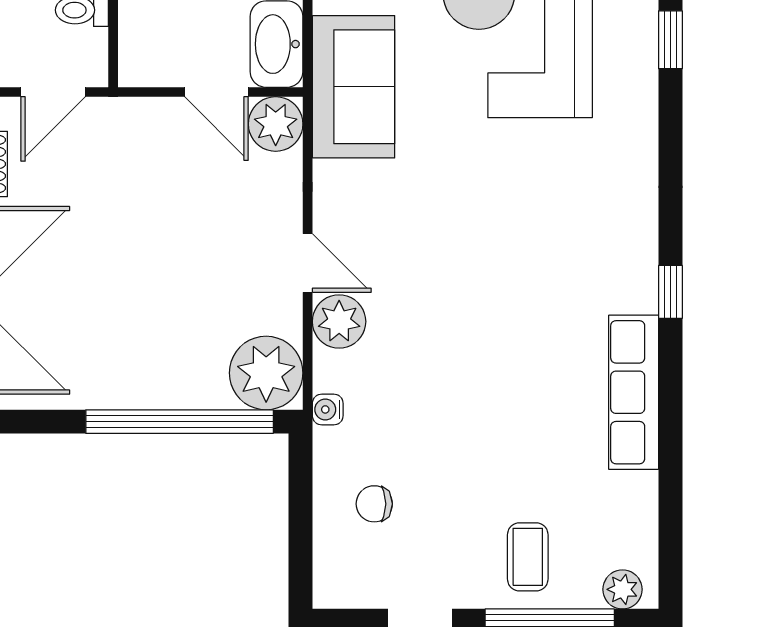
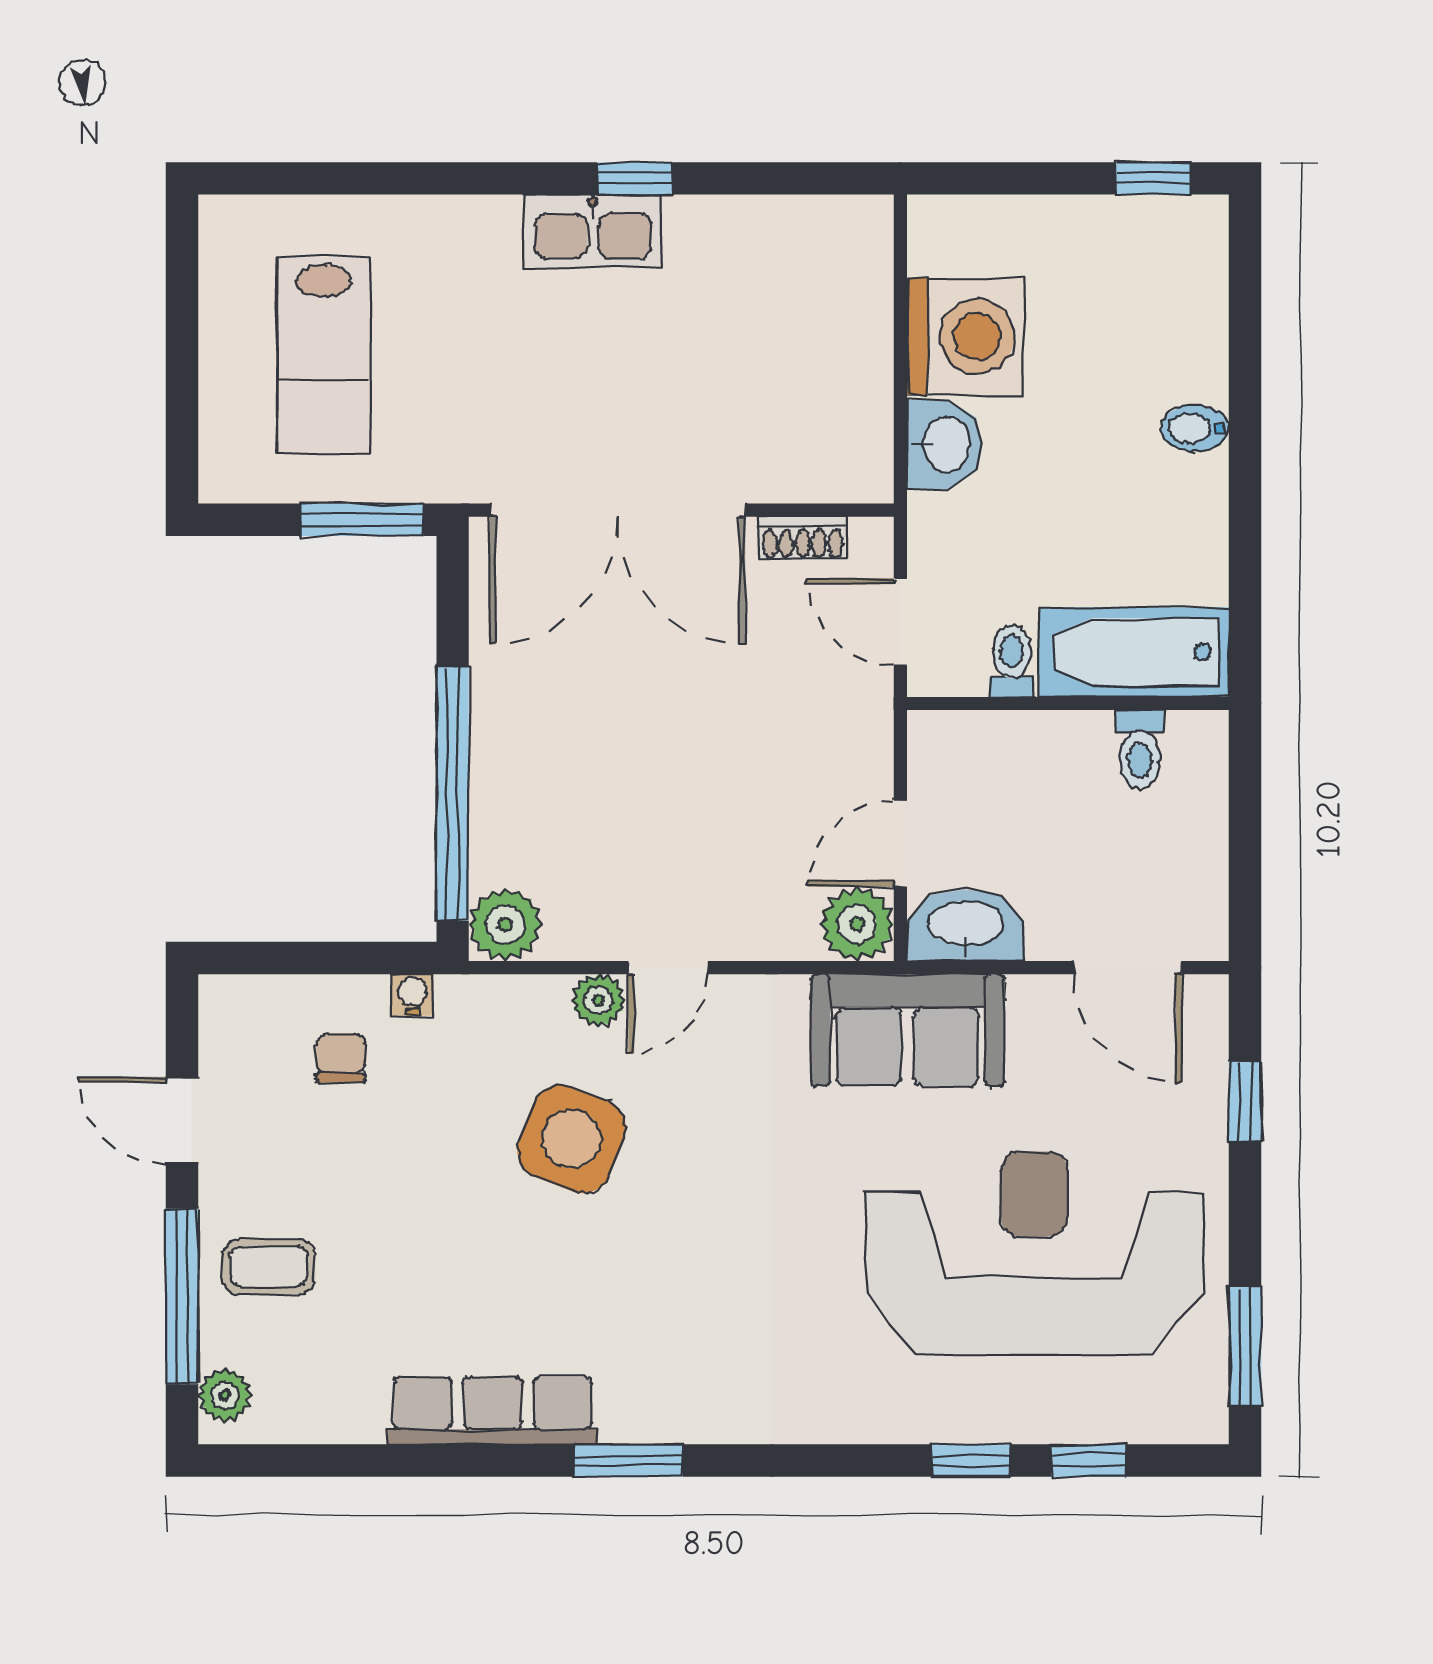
window: (670, 292) -> (629, 1460), width x1.50
plant: (339, 322) -> (599, 1000), width x0.73, depth x0.73
side table: (434, 334) -> (572, 1139), added
plant: (266, 373) -> (505, 925), width x0.73, depth x0.73
water cooler: (328, 409) -> (412, 995), moved

